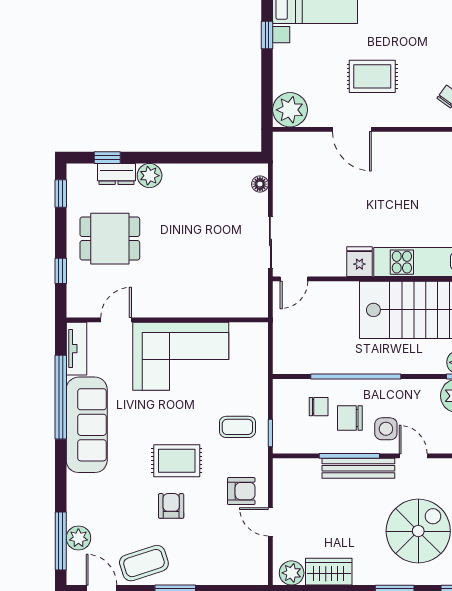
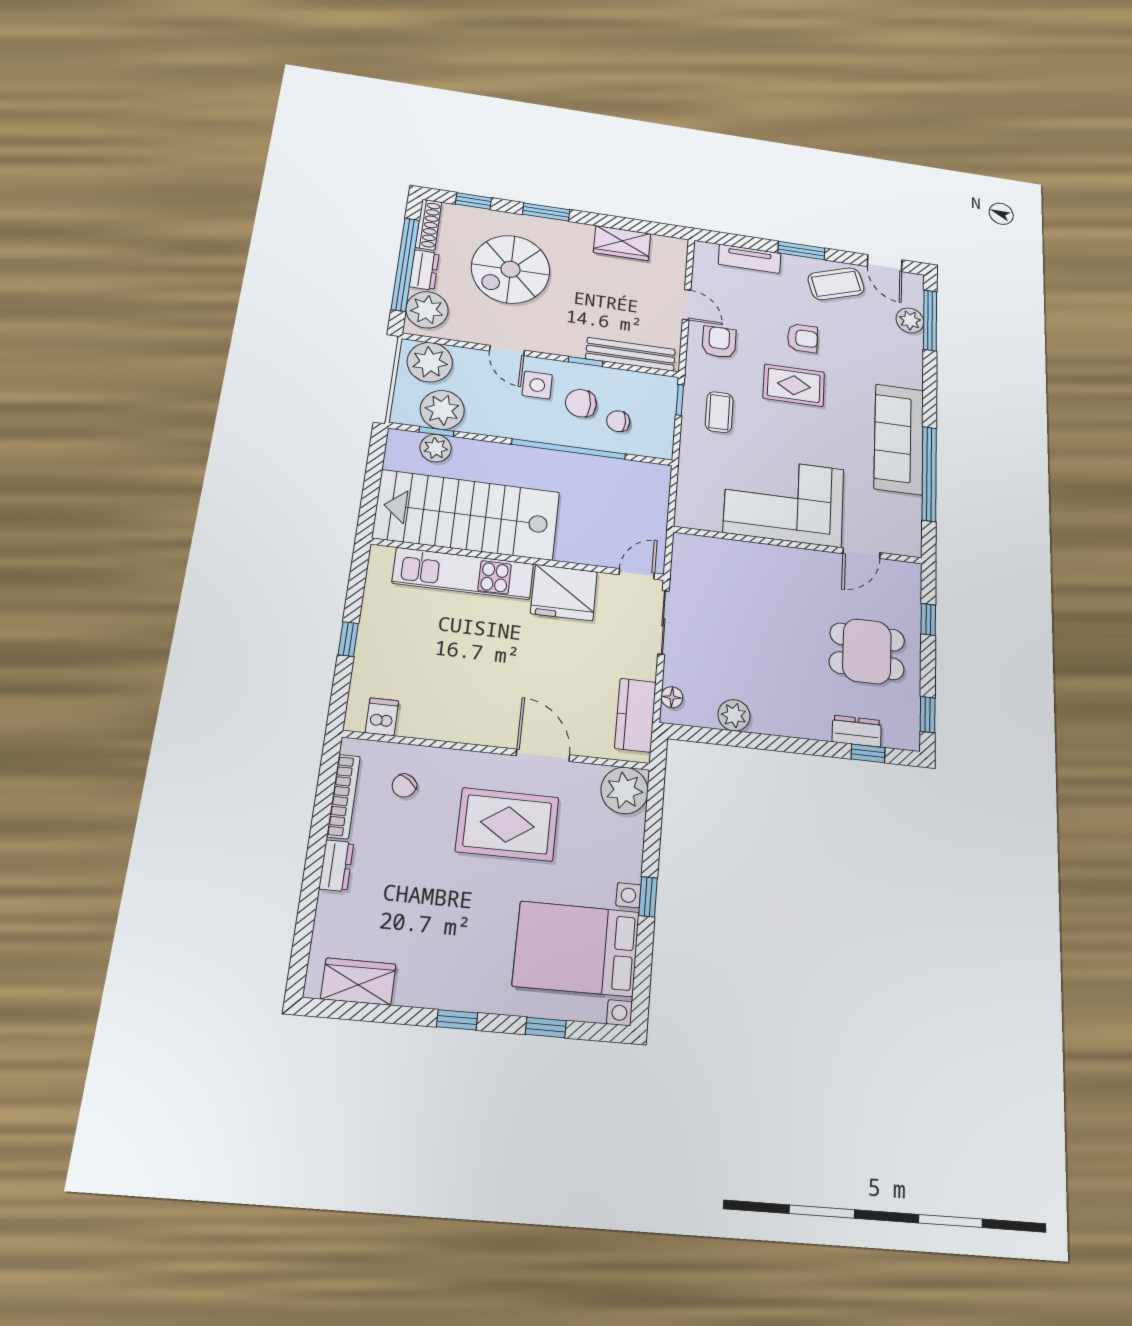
rug: (372, 76) -> (507, 824), width x1.36, depth x1.43
kitchen counter: (286, 167) -> (635, 715), added
plant: (150, 176) -> (734, 715), moved
fridge: (359, 262) -> (564, 593), width x1.88, depth x1.34
tv unit: (76, 349) -> (750, 259), moved, turned -90
chair: (350, 418) -> (581, 403), turned 180
coffee table: (237, 427) -> (719, 412), turned 90
window: (349, 456) -> (586, 362), width x0.46
bench: (358, 468) -> (631, 354), moved
armchair: (241, 491) -> (719, 342), turned 90
armchair: (171, 506) -> (802, 338), turned -90
plant: (292, 573) -> (666, 248), removed

